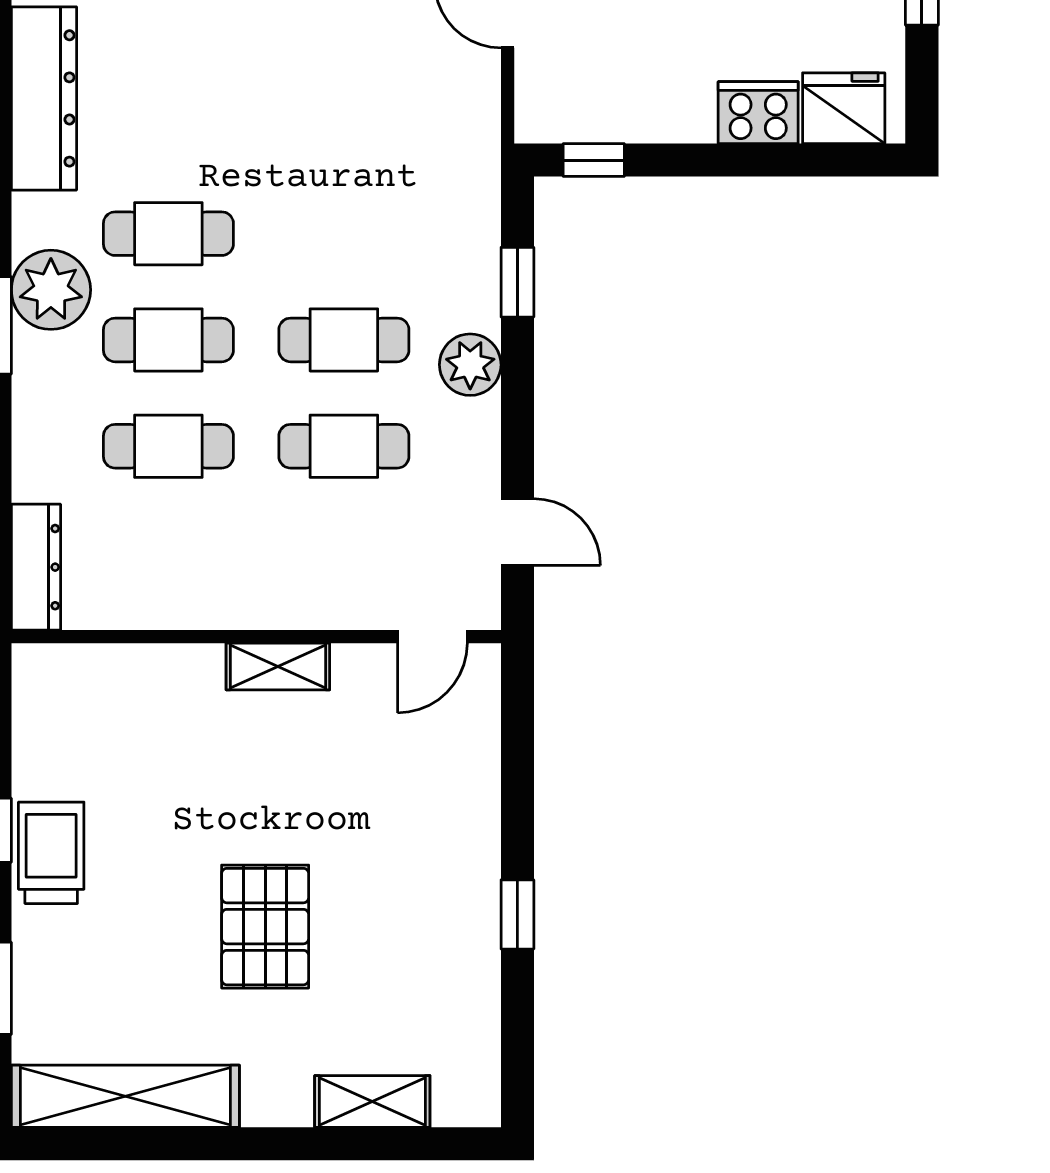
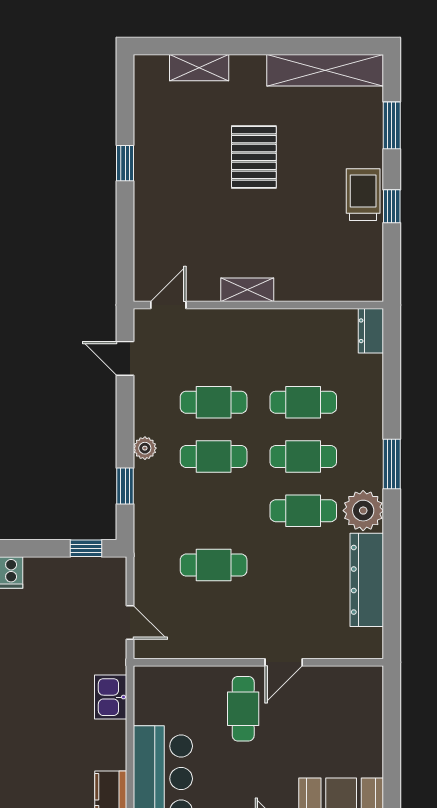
cafe table: (344, 127) -> (214, 565), added
plant: (51, 290) -> (363, 511), moved
plant: (470, 365) -> (145, 448), width x0.73, depth x0.73
dresser: (36, 567) -> (371, 331), width x0.70
trolley: (51, 853) -> (363, 195), turned 180

